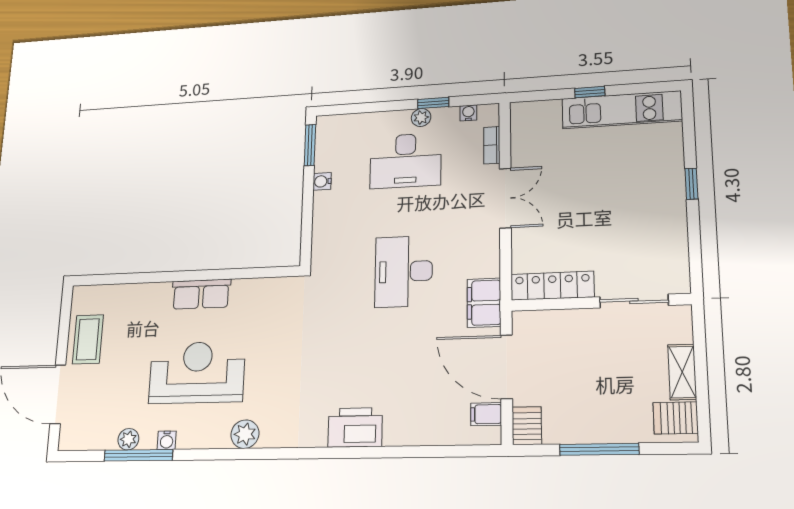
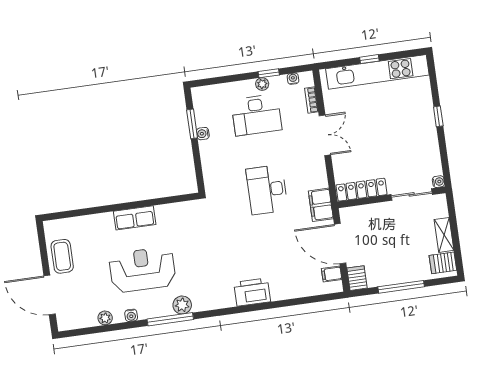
kitchen unit: (622, 110) -> (377, 72), width x1.36
window: (310, 145) -> (192, 124), moved
water cooler: (681, 285) -> (438, 182), added
window: (138, 455) -> (170, 319), moved

